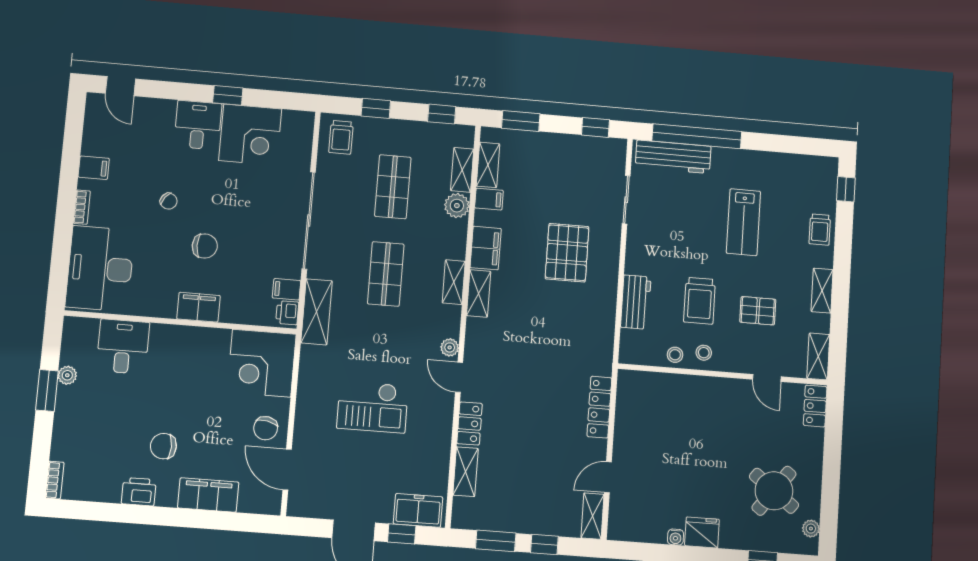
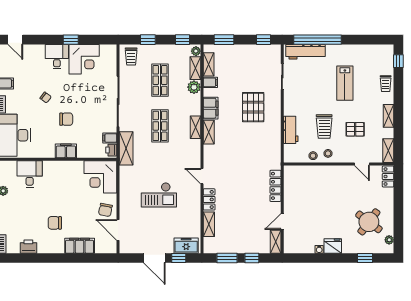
plant: (450, 347) -> (196, 51), moved
printer: (139, 492) -> (28, 247), moved

